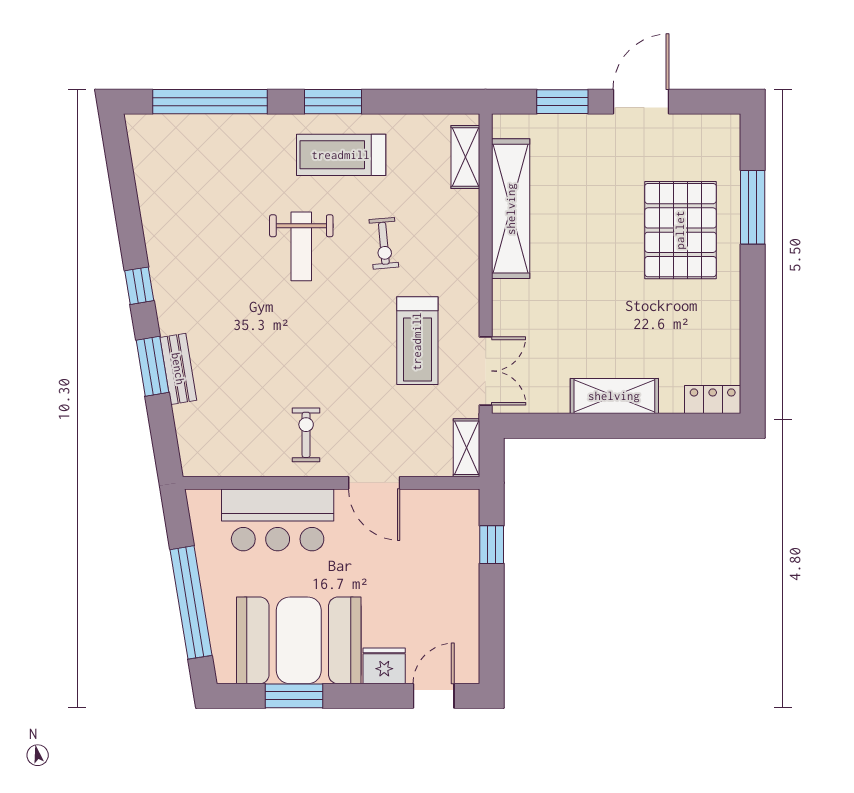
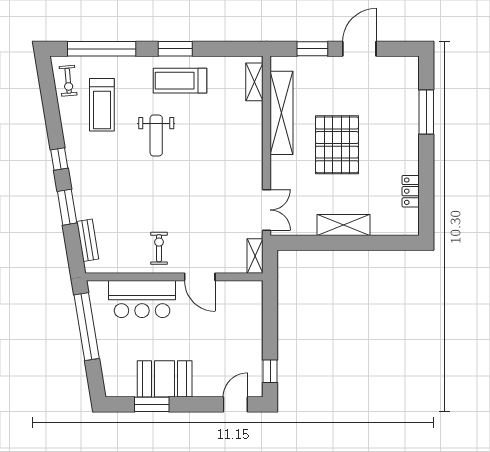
pallet: (680, 230) -> (337, 145), moved
exercise bike: (384, 243) -> (68, 81), moved
treadmill: (417, 341) -> (102, 105), moved
bench: (178, 369) -> (88, 240), moved
locker: (713, 400) -> (411, 191), moved, turned -90
window: (492, 545) -> (270, 371), moved
window: (191, 602) -> (87, 327), moved
booth: (299, 640) -> (165, 379), width x0.73, depth x0.70
fridge: (384, 666) -> (206, 386), removed

